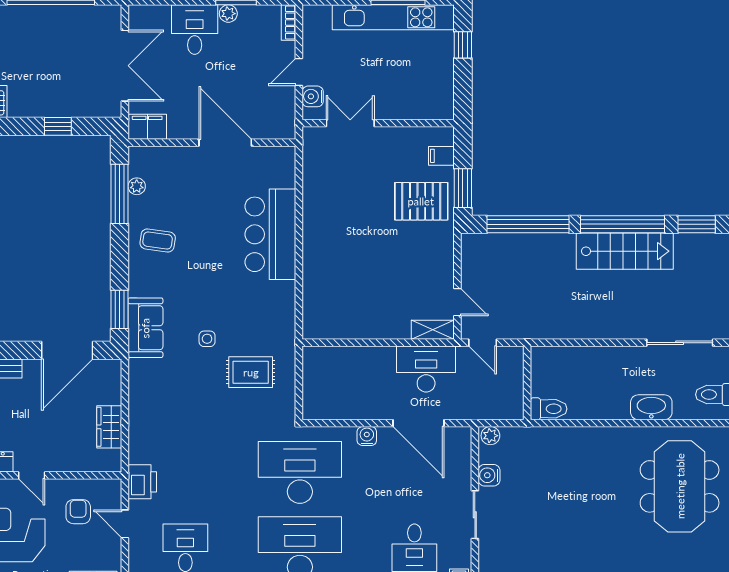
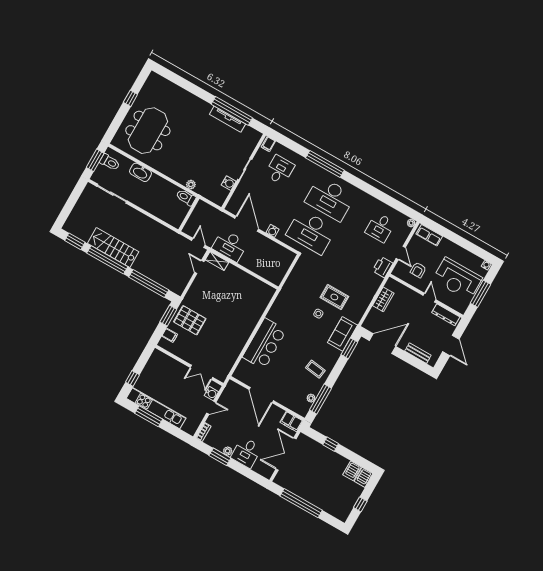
rug: (251, 372) -> (334, 297), moved
plant: (490, 436) -> (191, 185), moved

